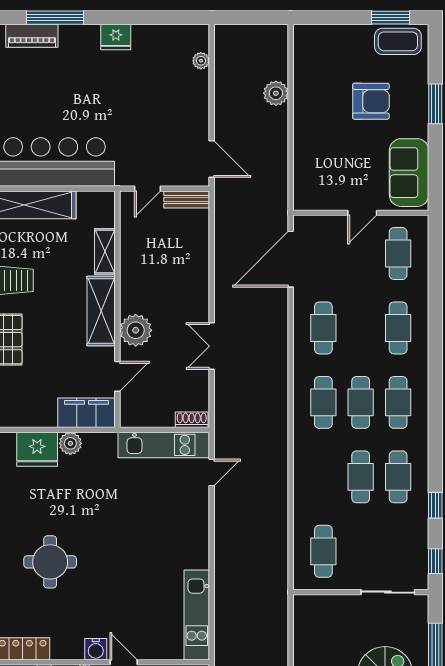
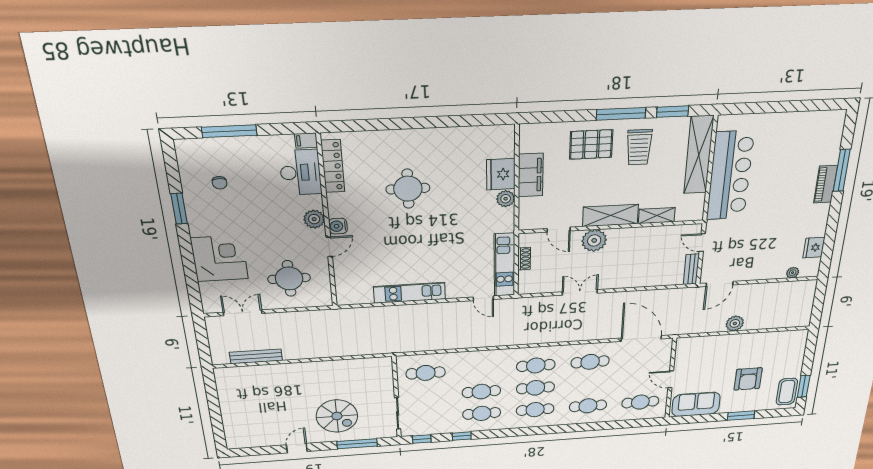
piano: (32, 36) -> (825, 184), moved
fridge: (116, 37) -> (814, 248), moved
plant: (276, 93) -> (735, 323), moved
filing cabinet: (87, 413) -> (531, 175), moved
shoe rack: (192, 420) -> (524, 259), moved
kitchen unit: (197, 615) -> (410, 293), moved

